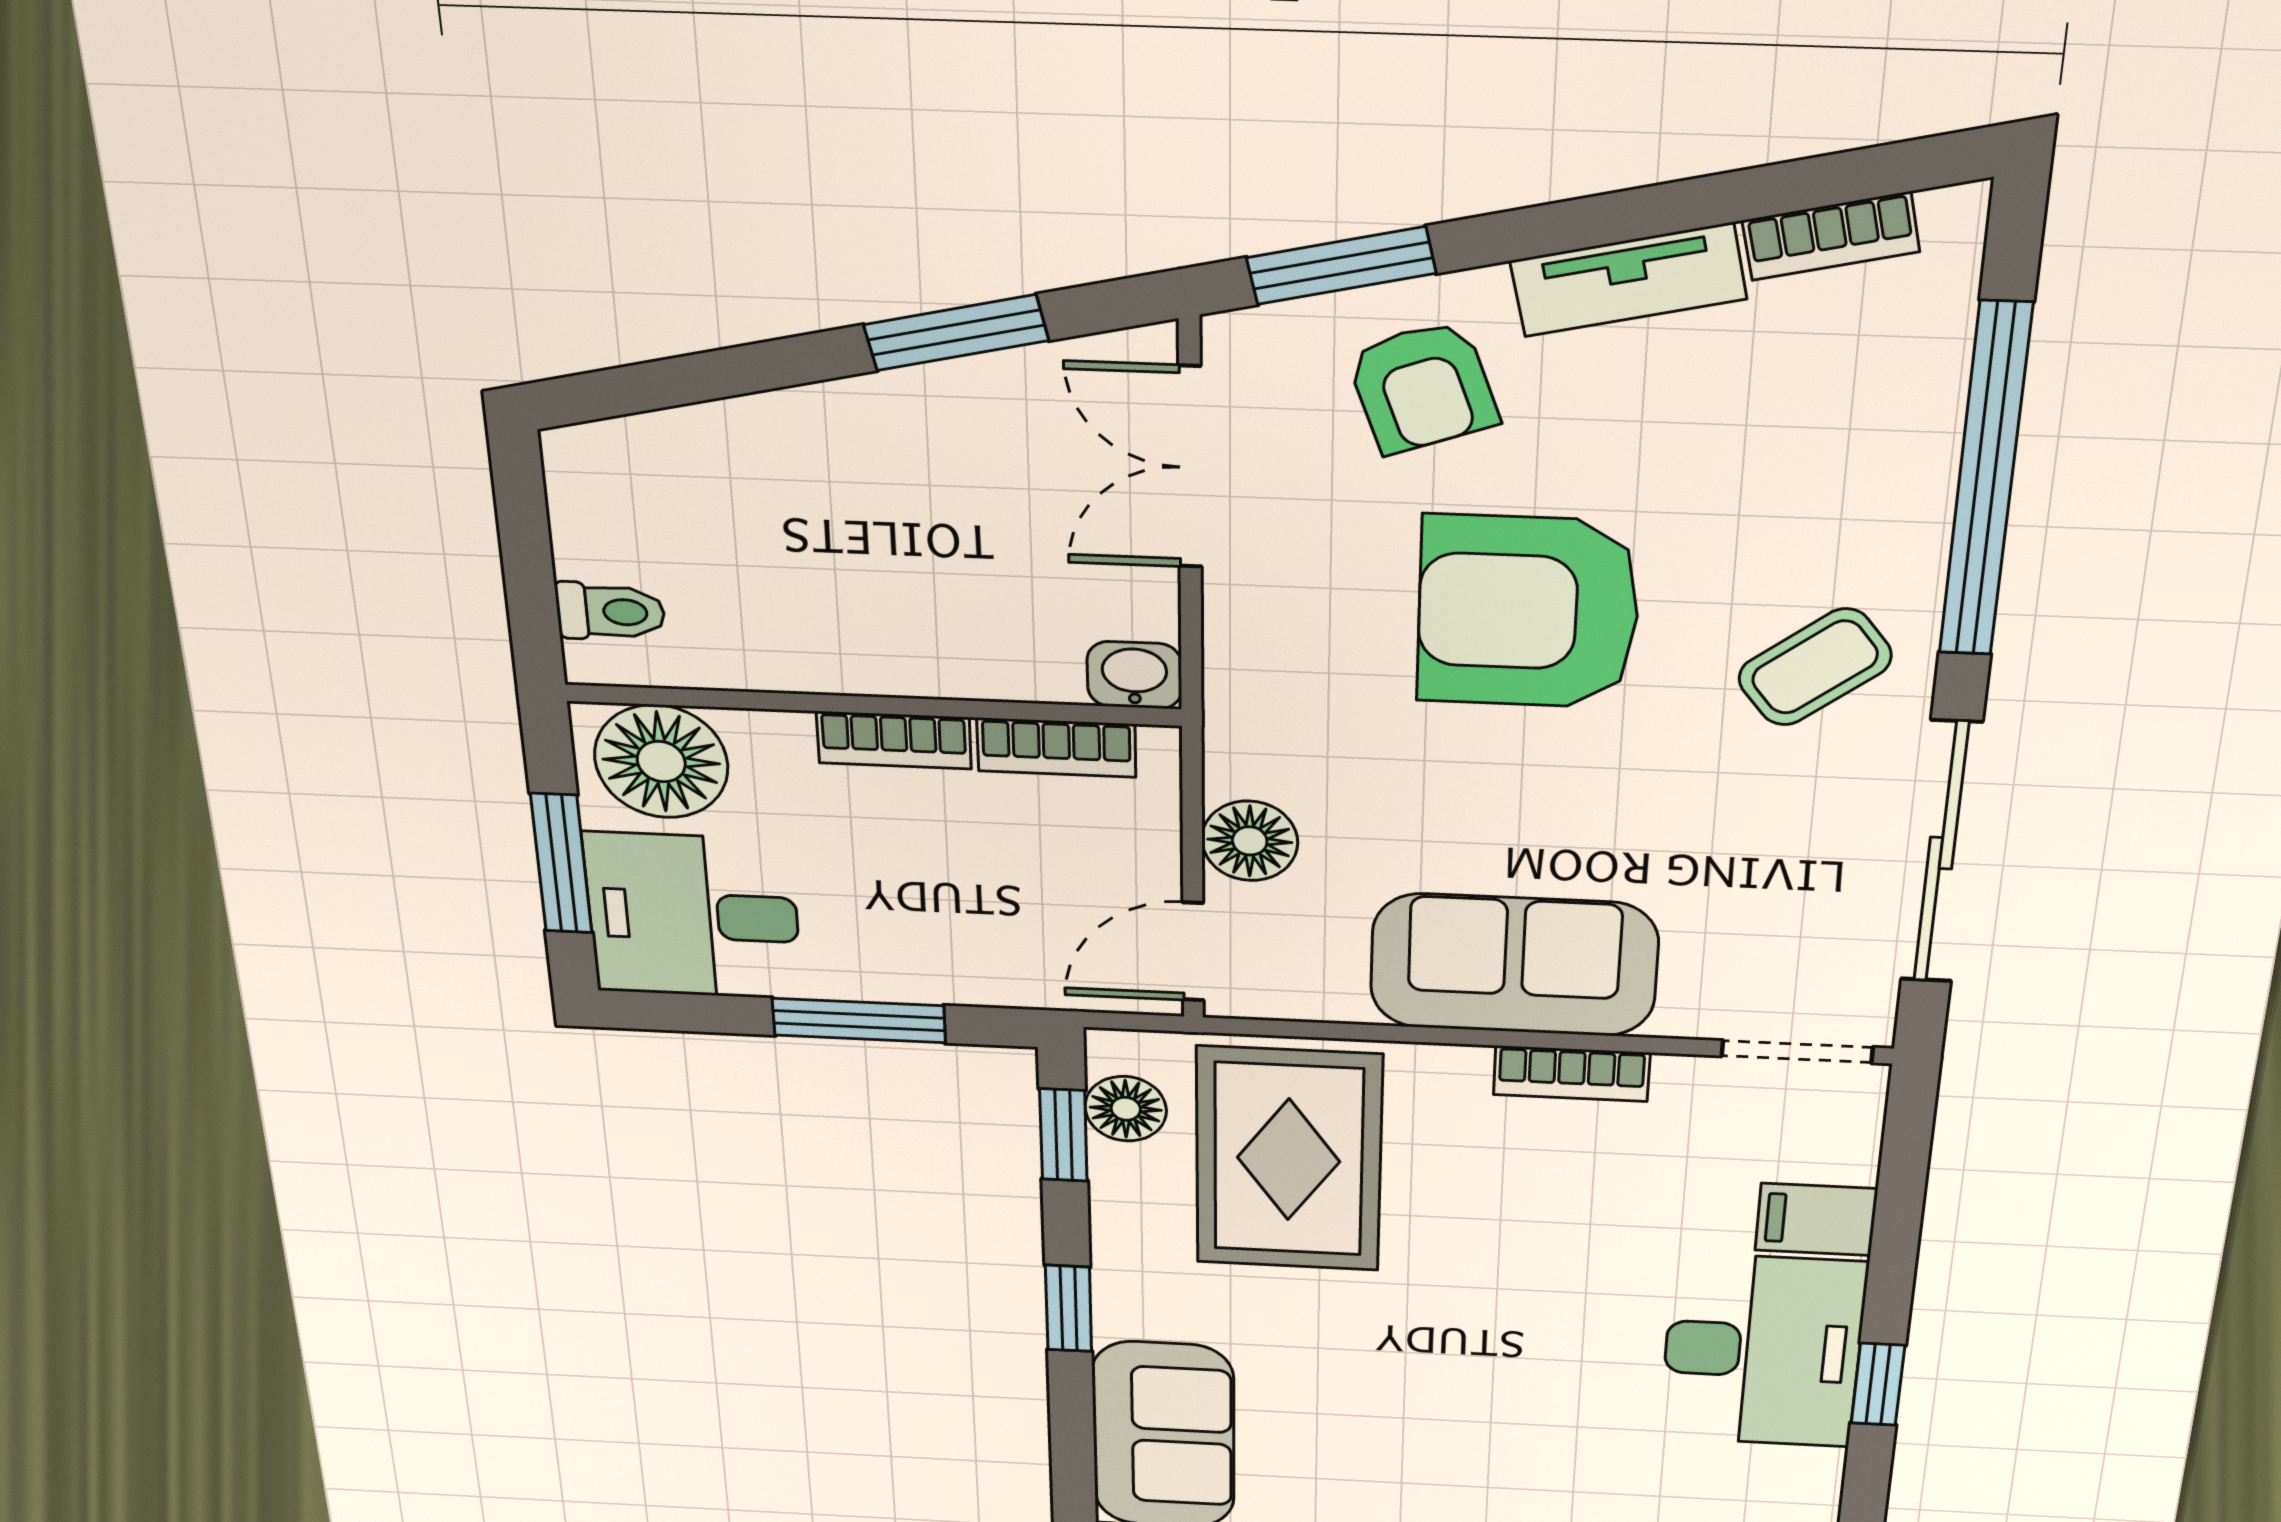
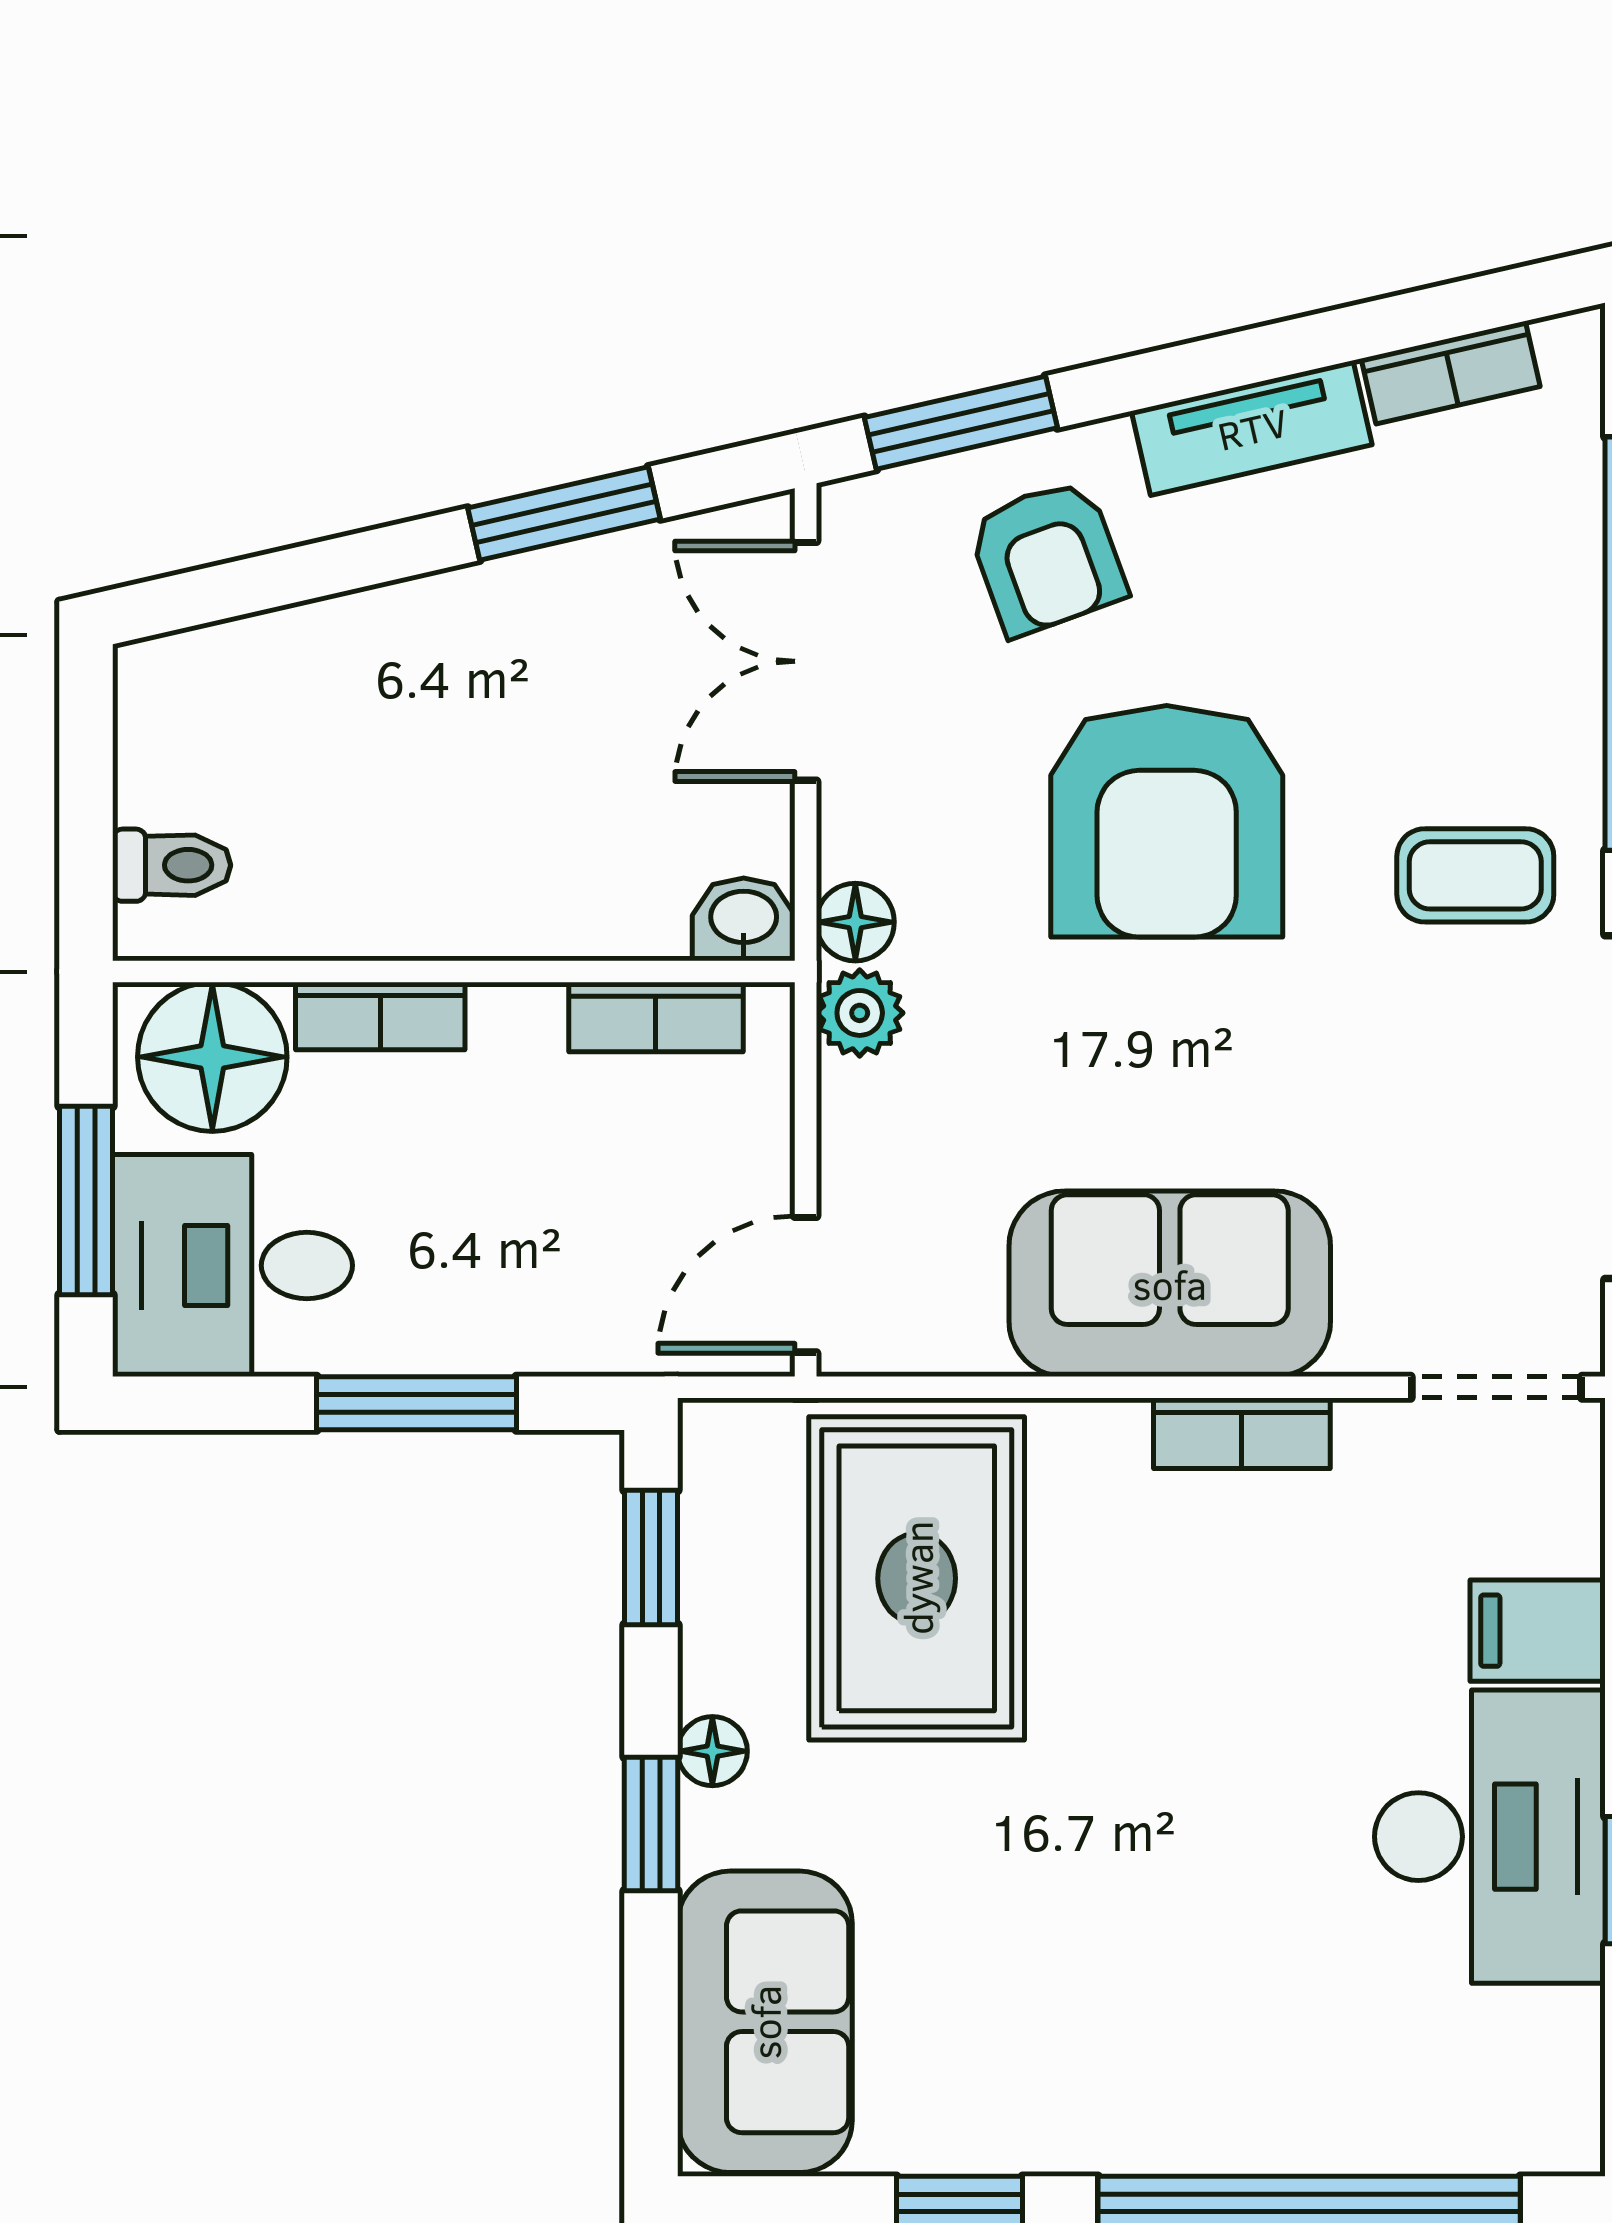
armchair: (1528, 612) -> (1167, 821), turned -90
coffee table: (1815, 667) -> (1475, 875), turned 38
bookcase: (894, 740) -> (380, 1016), moved
plant: (1241, 752) -> (860, 1013), added
floor lamp: (1250, 841) -> (855, 922), moved, width x0.73, depth x0.73
floor lamp: (1126, 1109) -> (712, 1751), moved, width x0.73, depth x0.73

